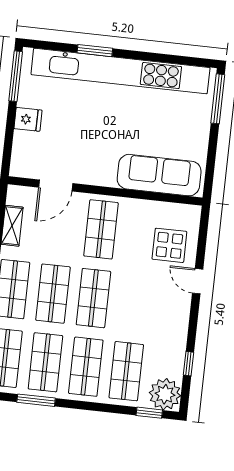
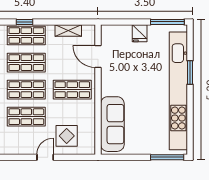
shop shelf: (134, 303) -> (26, 117), added

